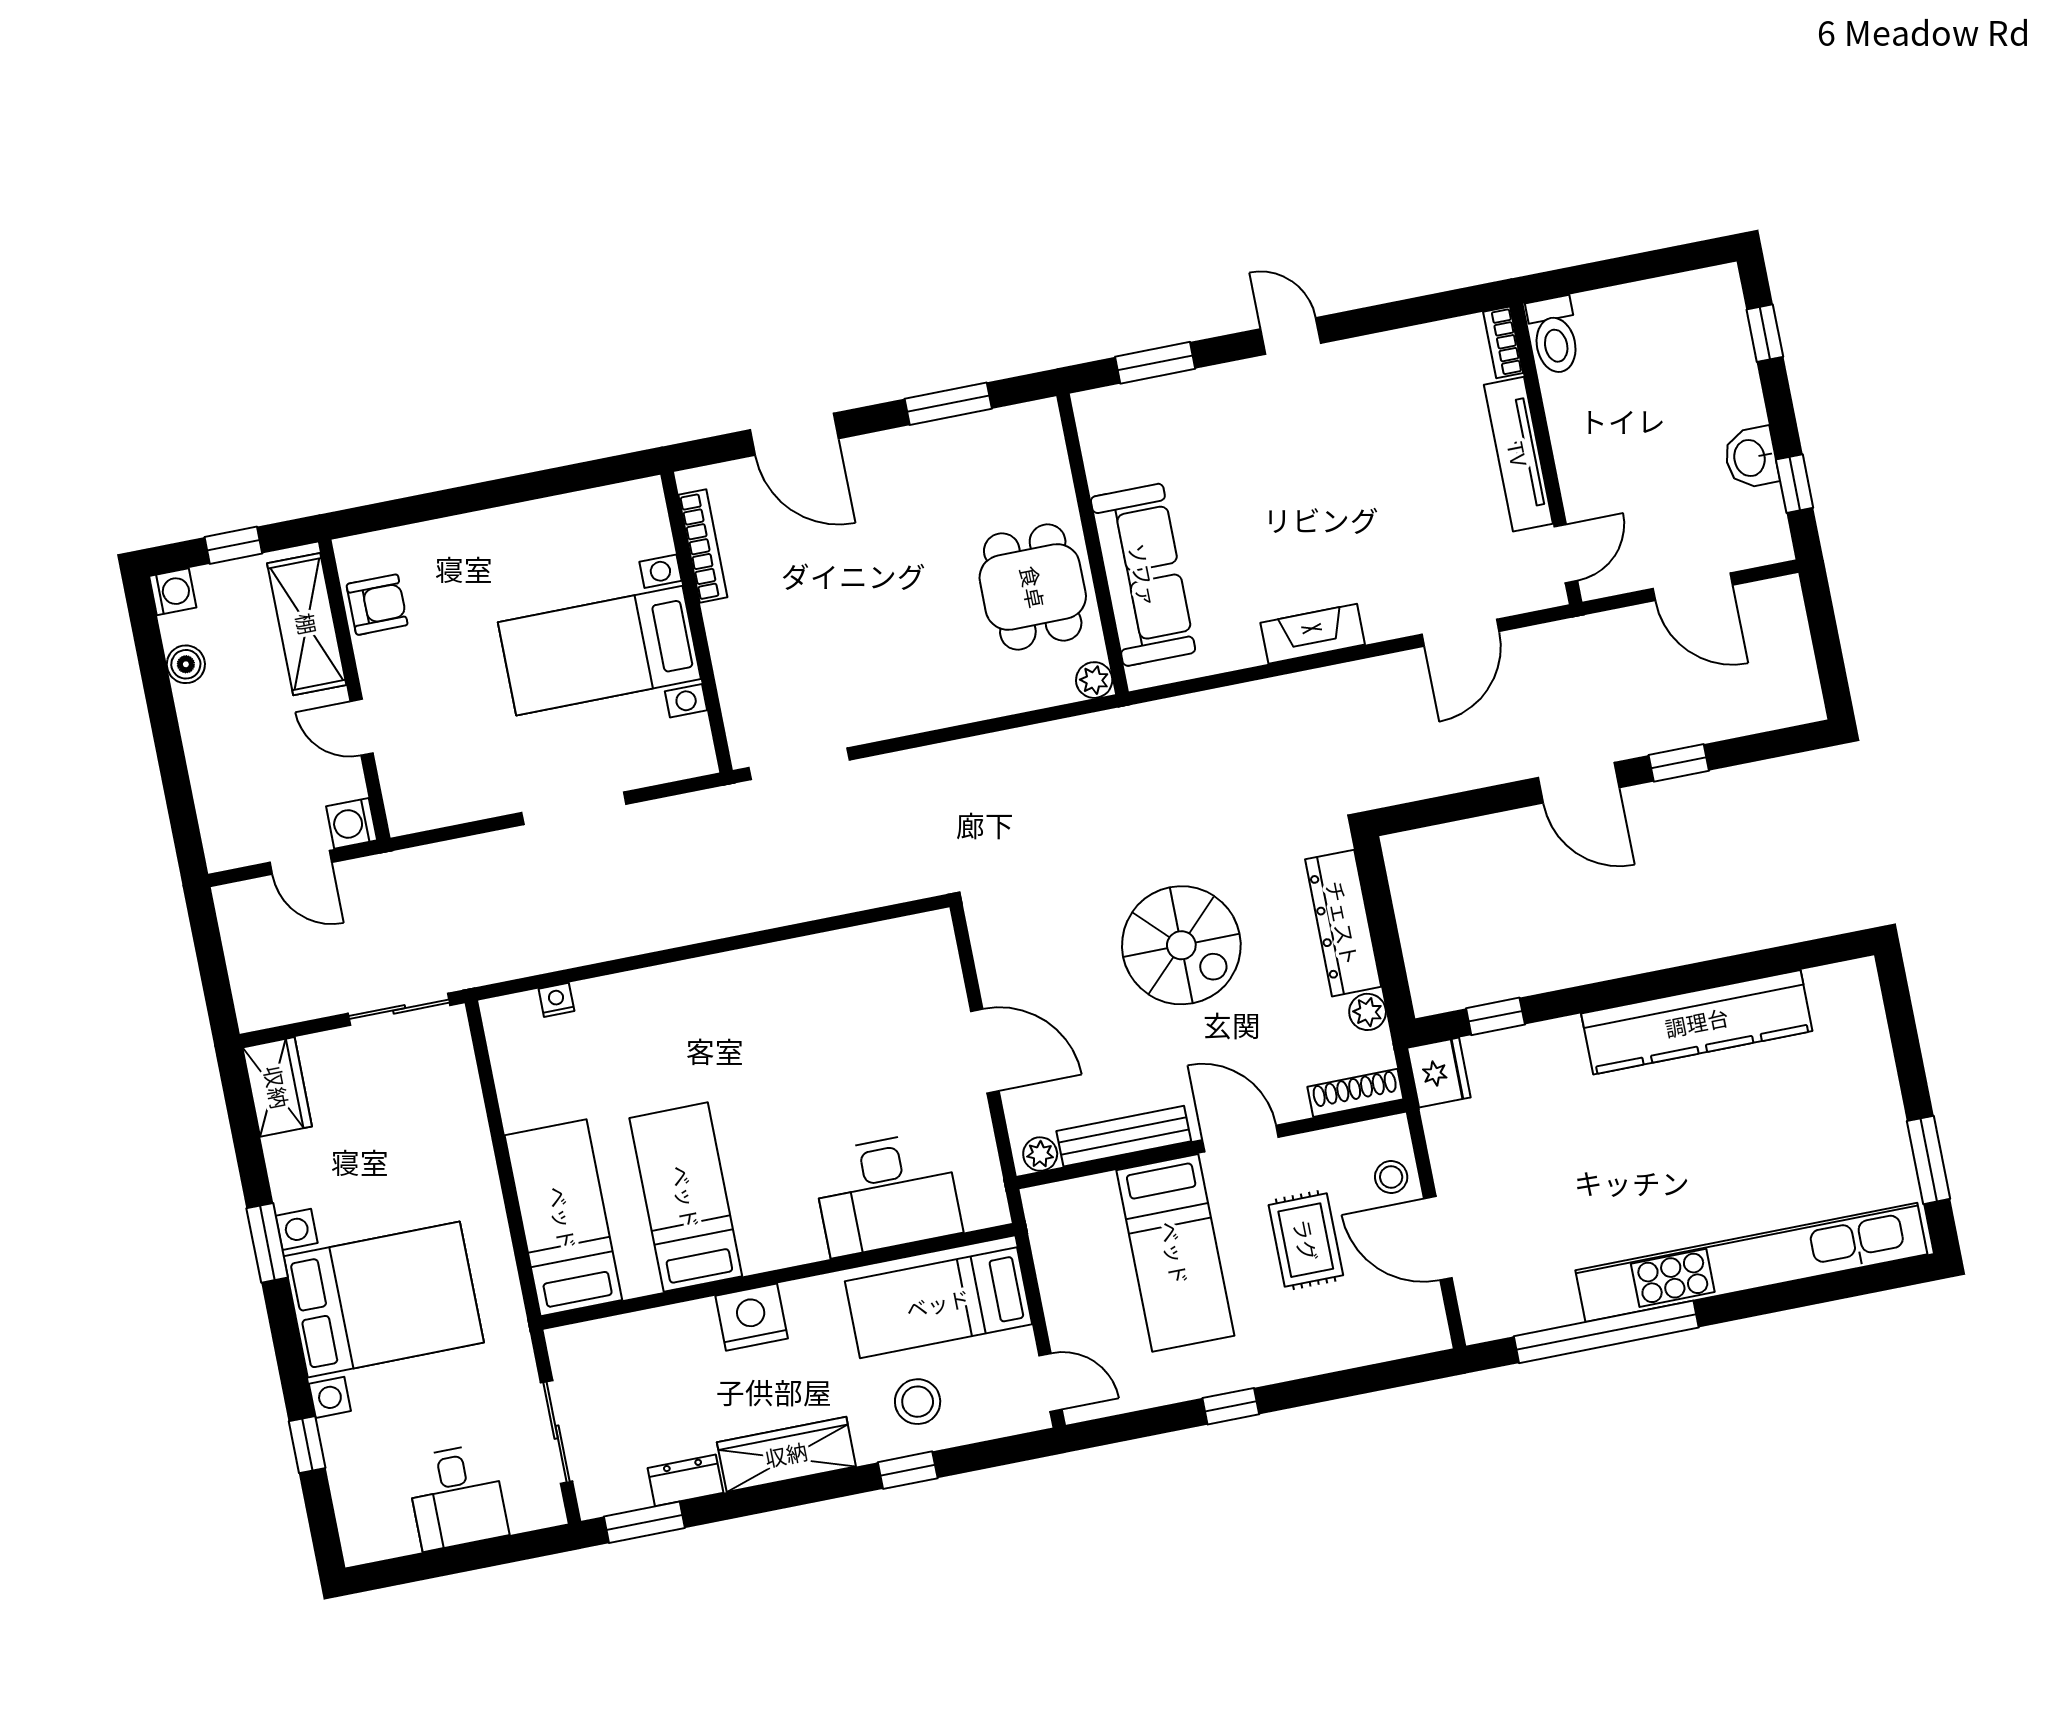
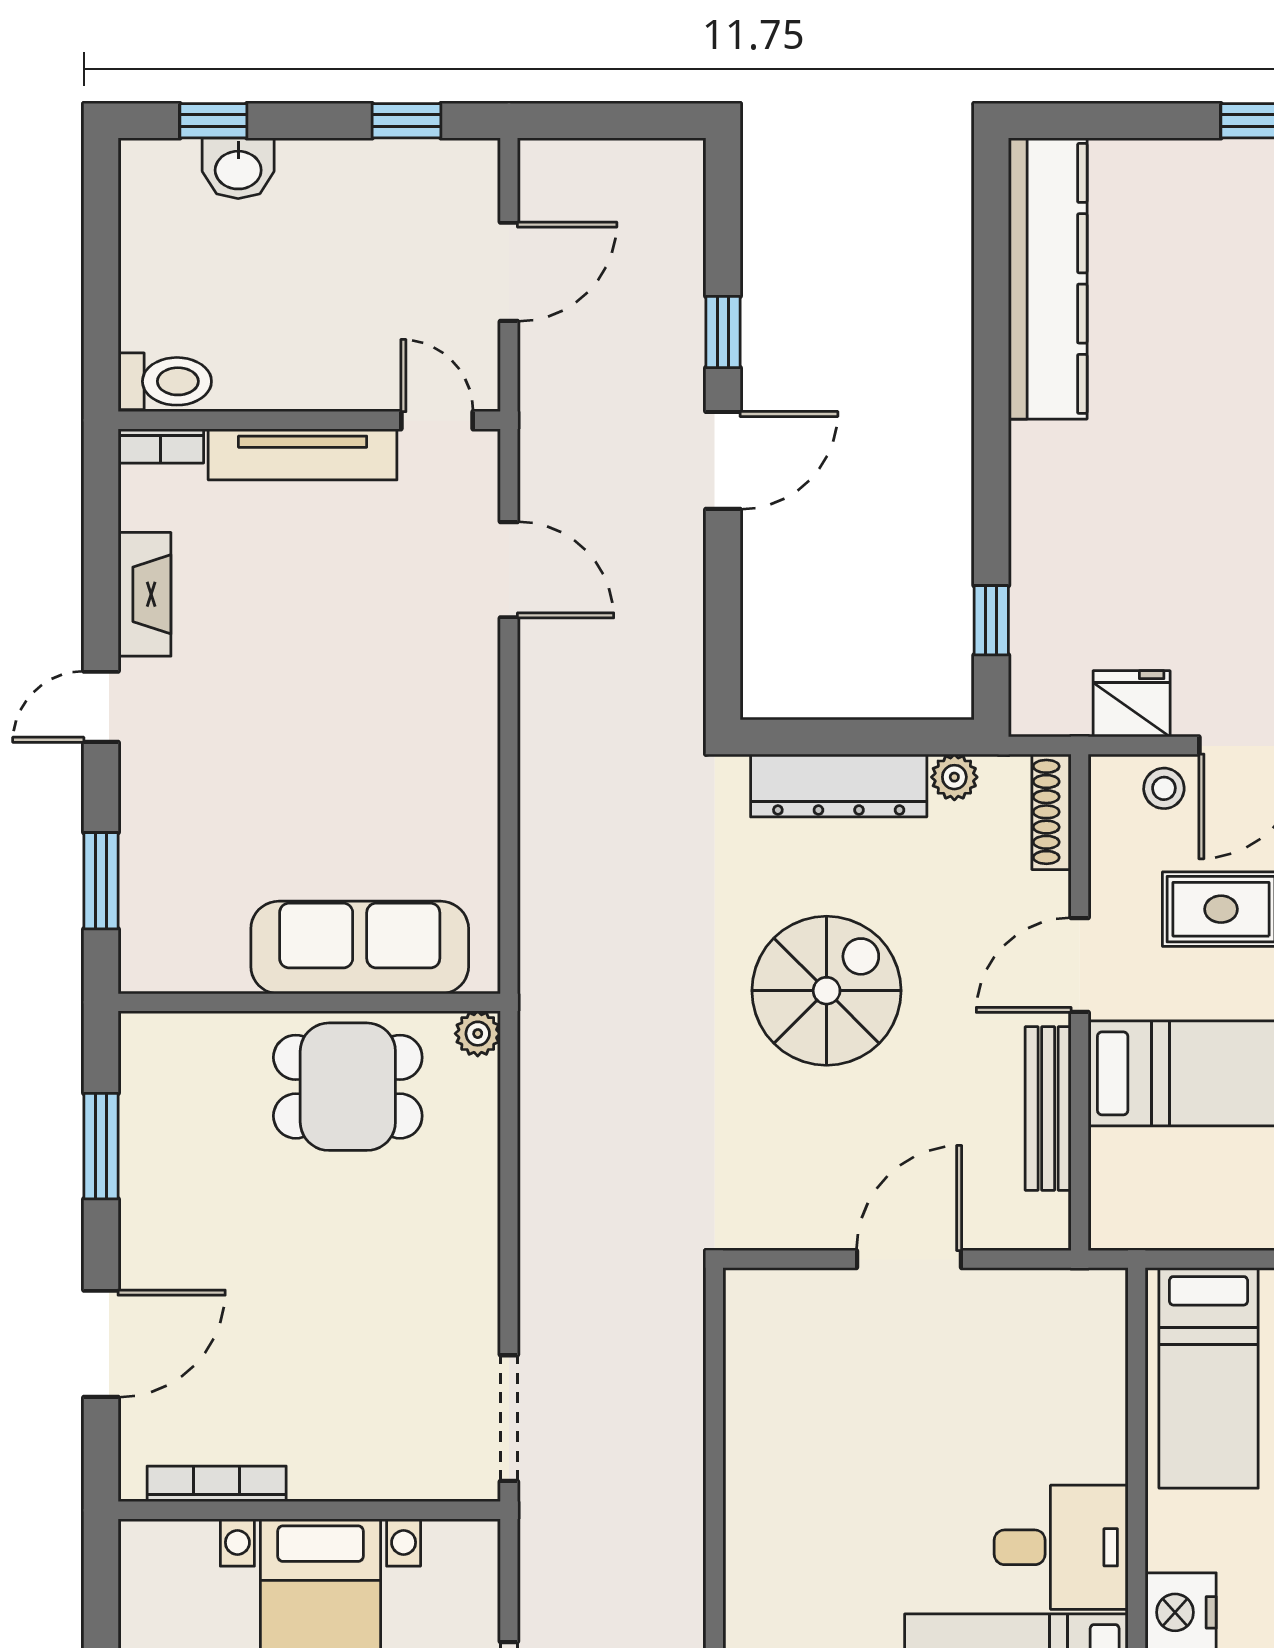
washbasin: (1751, 458) -> (238, 168), moved
fireplace: (1313, 634) -> (144, 594), moved, turned 180
kitchen counter: (1697, 1022) -> (1048, 278), moved
fridge: (1439, 1073) -> (1132, 704), moved
plant: (1040, 1154) -> (1050, 1216), removed
desk: (887, 1194) -> (1061, 1547), moved, width x0.73

